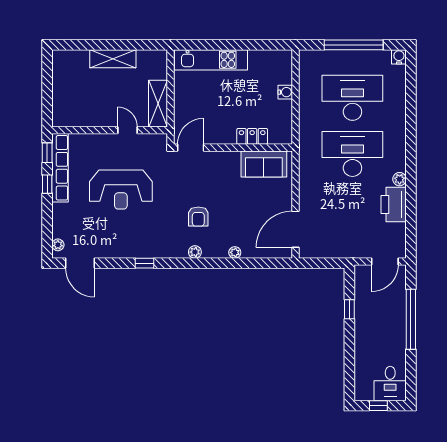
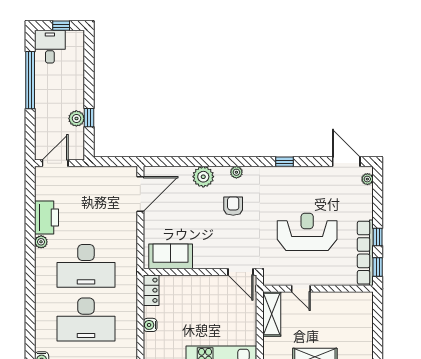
locker: (252, 136) -> (151, 290), moved, turned -90
door: (191, 148) -> (241, 272), hinge flipped
plant: (235, 252) -> (203, 177), width x1.88, depth x1.88
plant: (362, 308) -> (76, 118), added
window: (411, 319) -> (30, 80), moved

